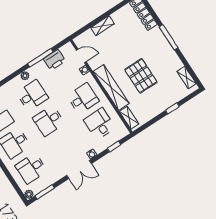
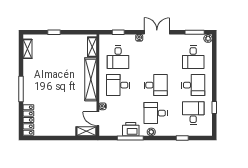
shelving: (102, 26) -> (86, 131), moved
printer: (54, 60) -> (131, 129), moved
pallet: (141, 76) -> (62, 73), removed
desk: (31, 168) -> (193, 57), turned 90

